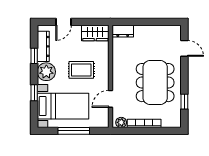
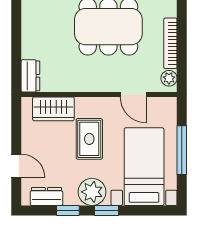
wardrobe: (95, 33) -> (53, 109), moved, turned 90
dresser: (43, 46) -> (46, 196), width x0.70
window: (34, 93) -> (106, 210), moved

